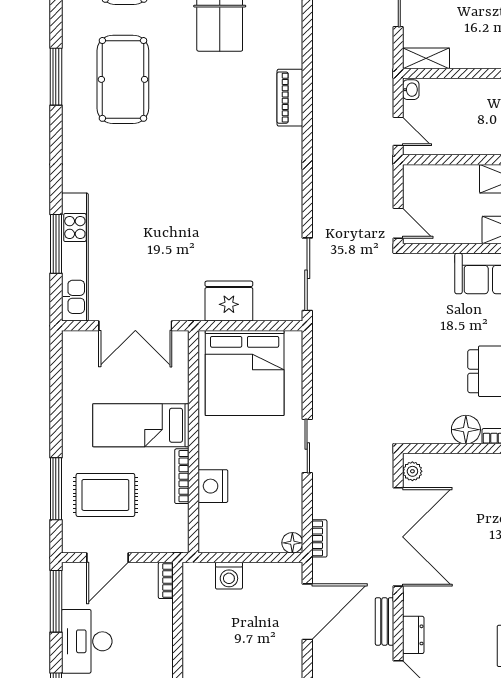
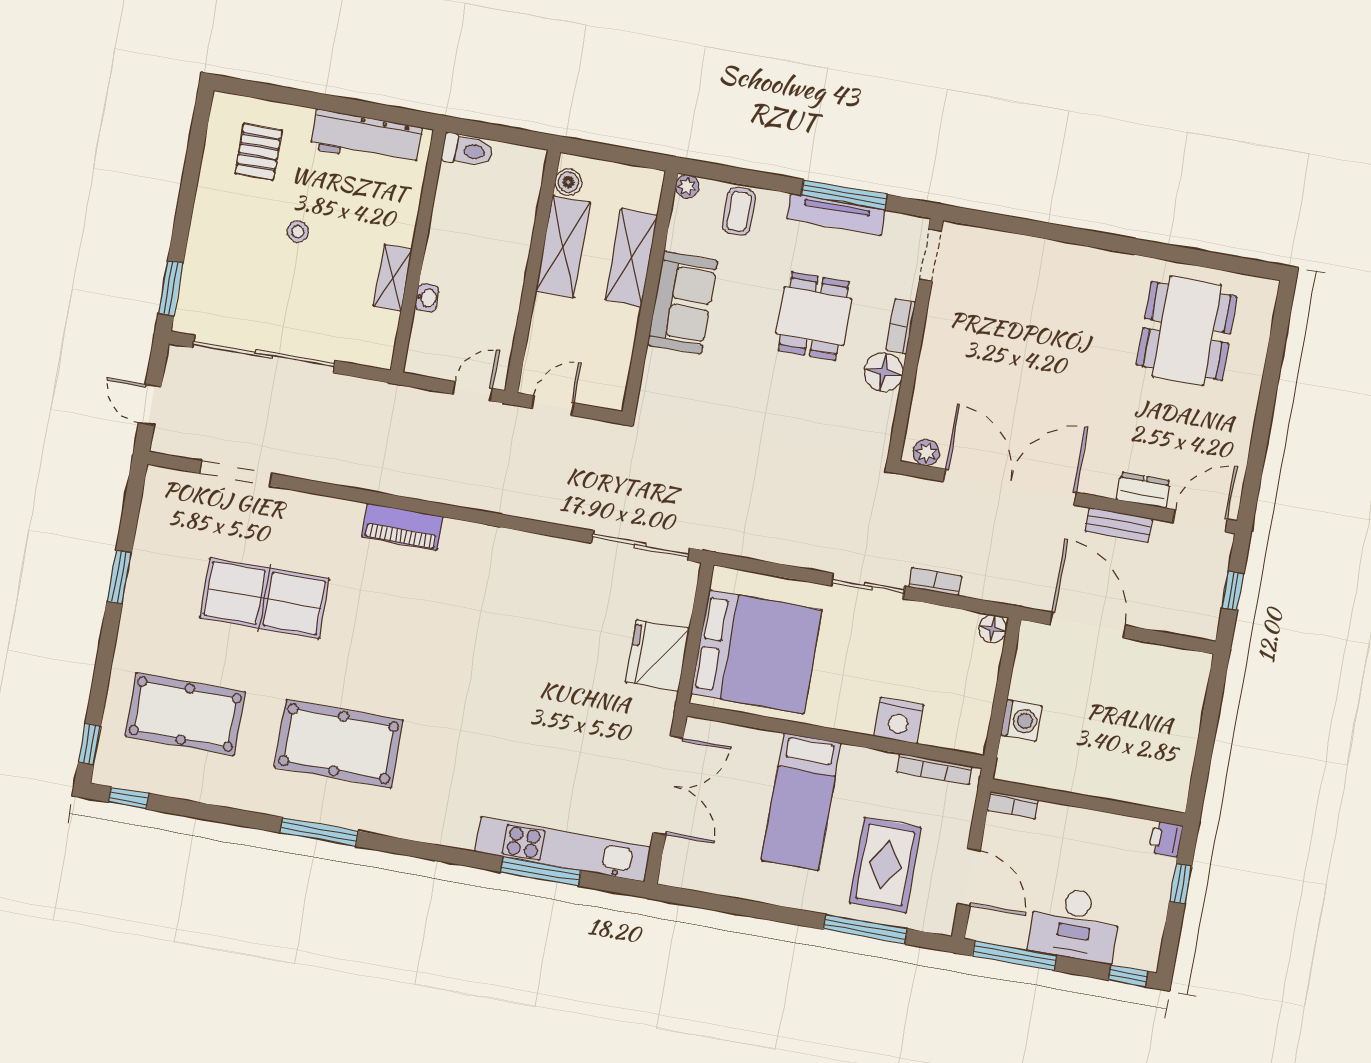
shelving: (426, 58) -> (393, 278), moved
washbasin: (411, 90) -> (427, 298), moved, turned 90
door: (398, 223) -> (553, 406), moved
bookcase: (182, 476) -> (934, 769), moved
bookcase: (319, 538) -> (935, 581), moved

